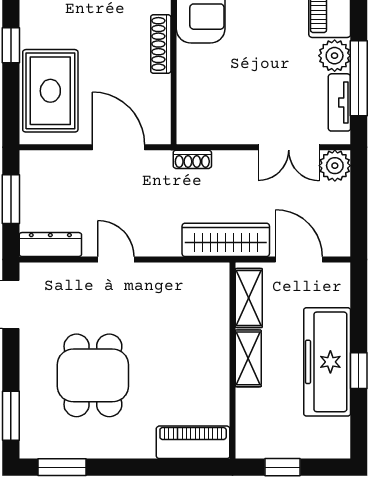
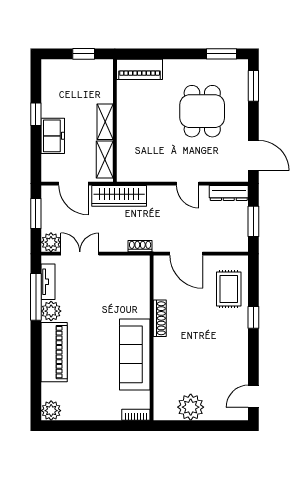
rug: (50, 91) -> (229, 289), width x0.73, depth x0.70
window: (359, 212) -> (36, 213), added
freezer: (327, 362) -> (53, 136), width x0.52, depth x0.79

